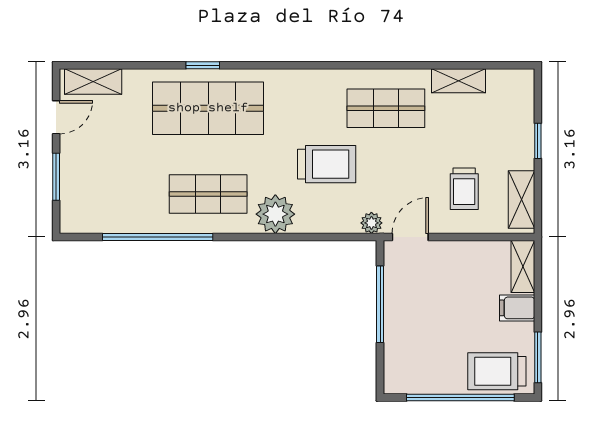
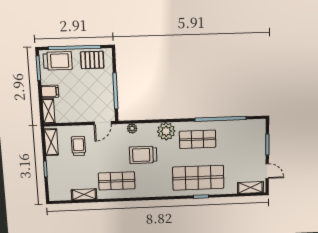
door: (56, 117) -> (267, 171), swing flipped
plant: (371, 223) -> (132, 128), moved
pallet: (425, 371) -> (92, 60), added

